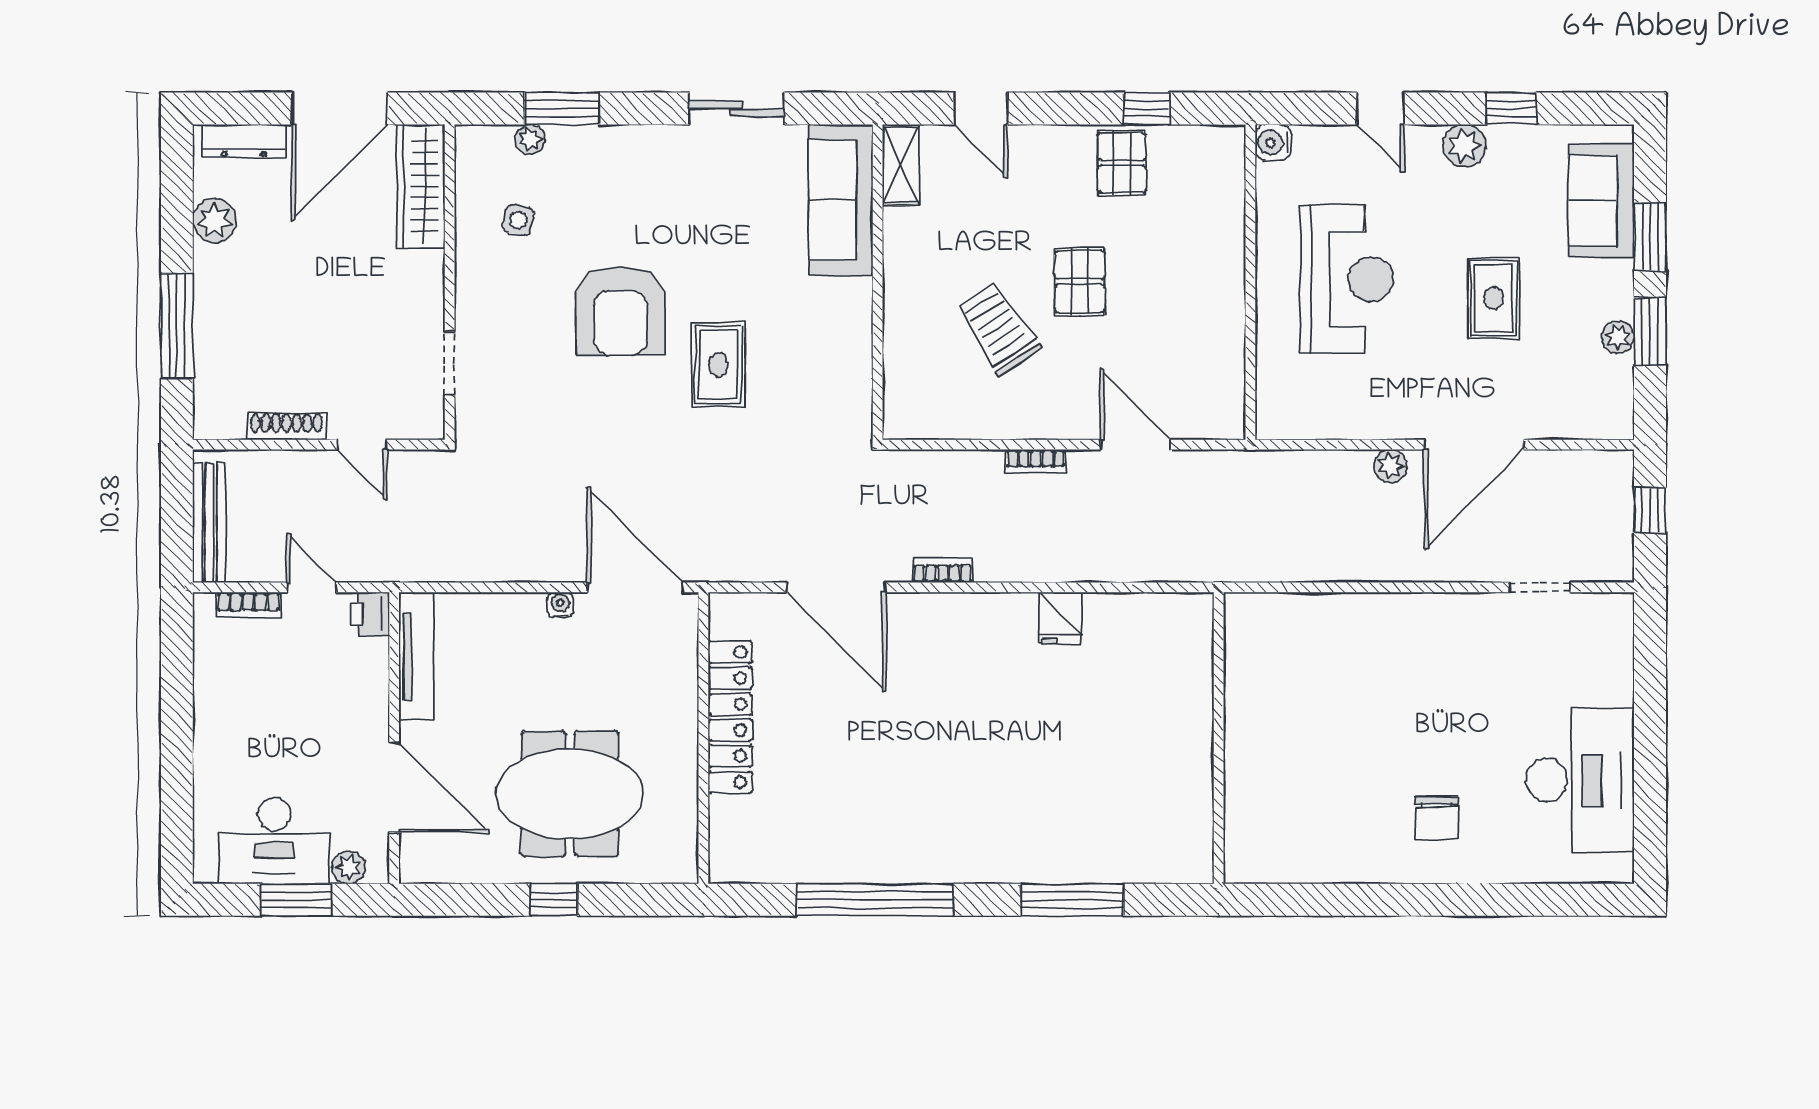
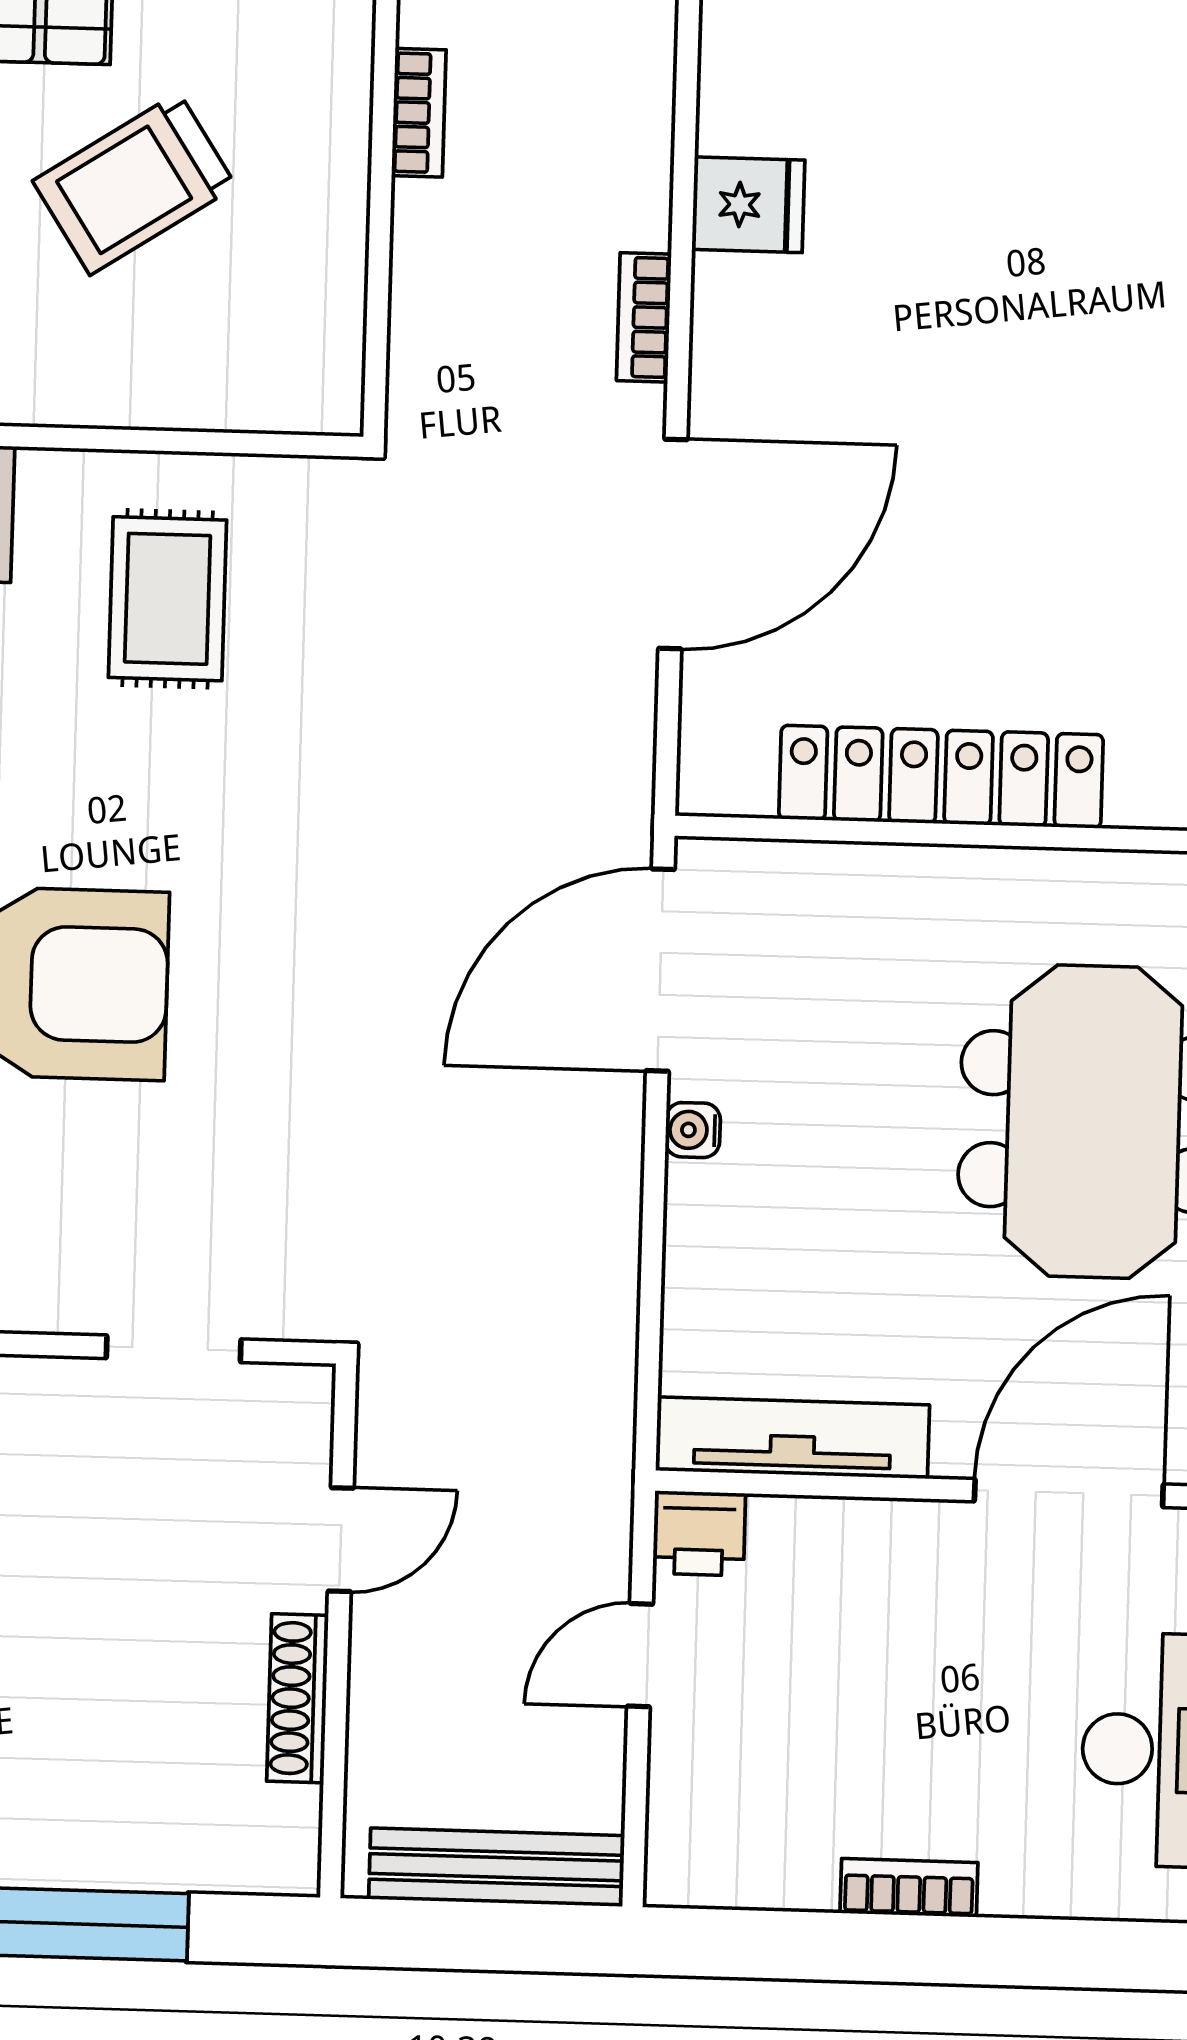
rug: (718, 365) -> (168, 599), moved, turned 90
bookcase: (248, 605) -> (909, 1888), moved, turned -90
fridge: (1061, 618) -> (748, 205), moved

